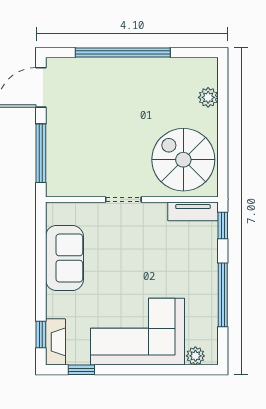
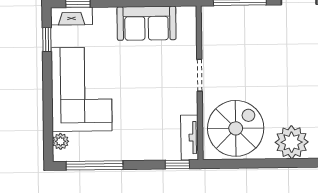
plant: (208, 97) -> (292, 142), width x1.88, depth x1.88
window: (223, 295) -> (95, 165), moved

